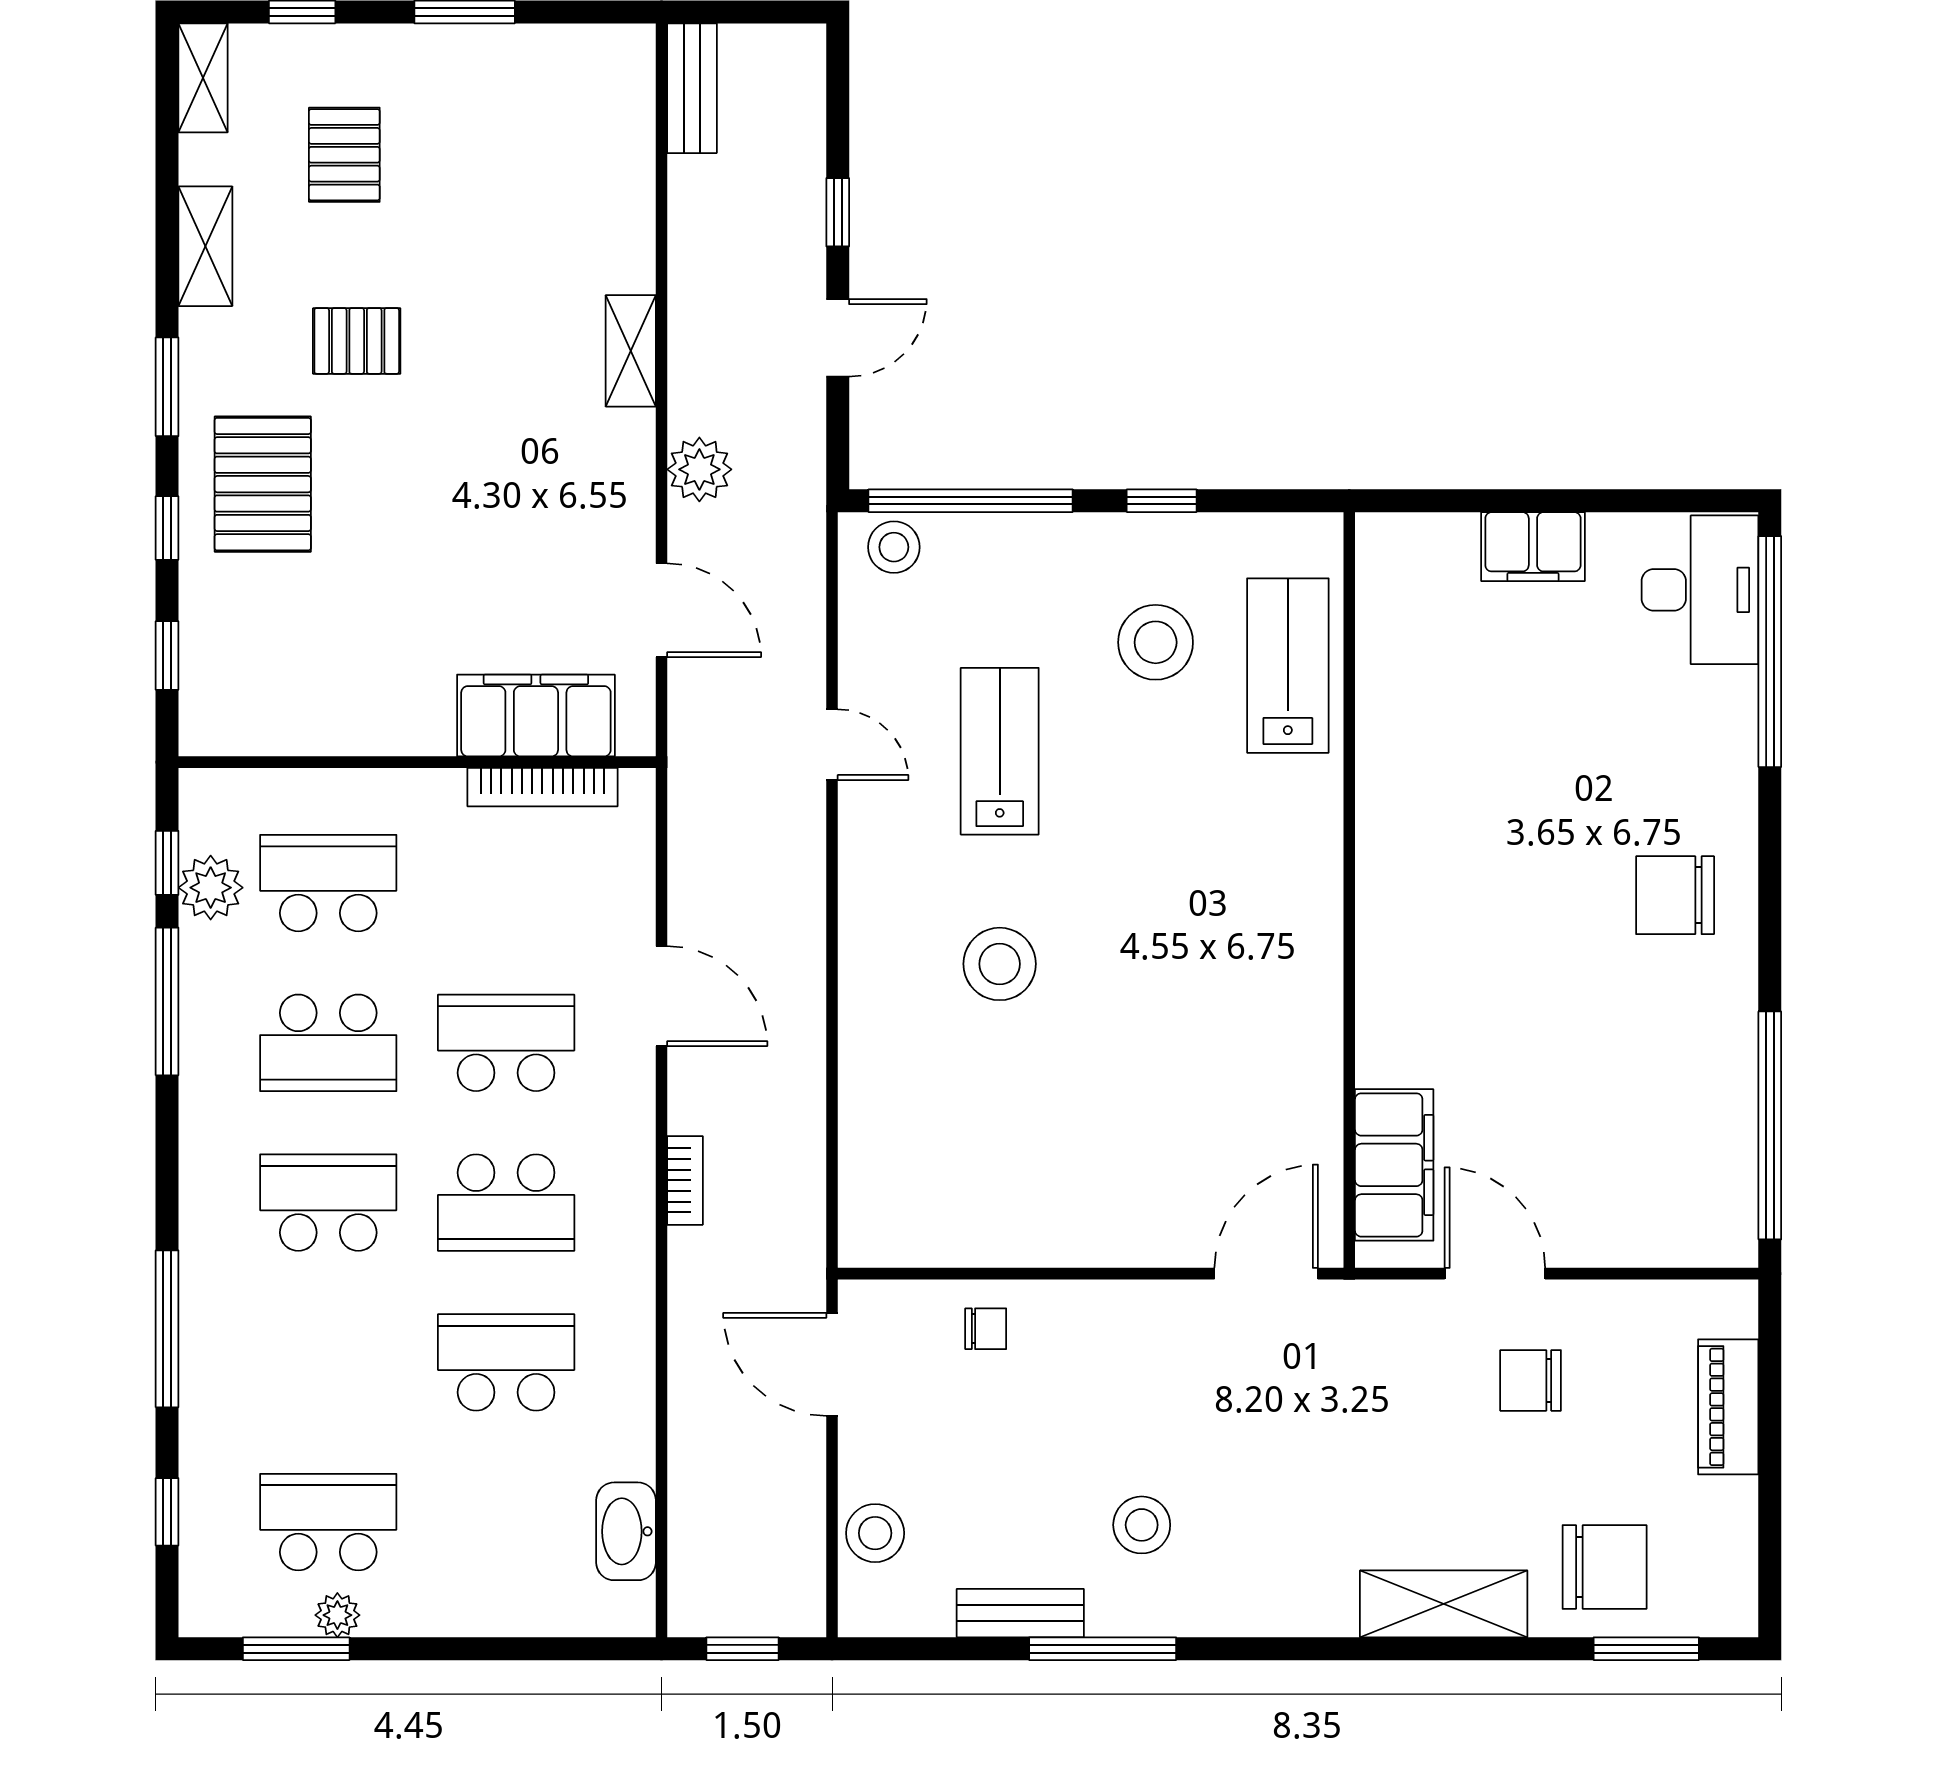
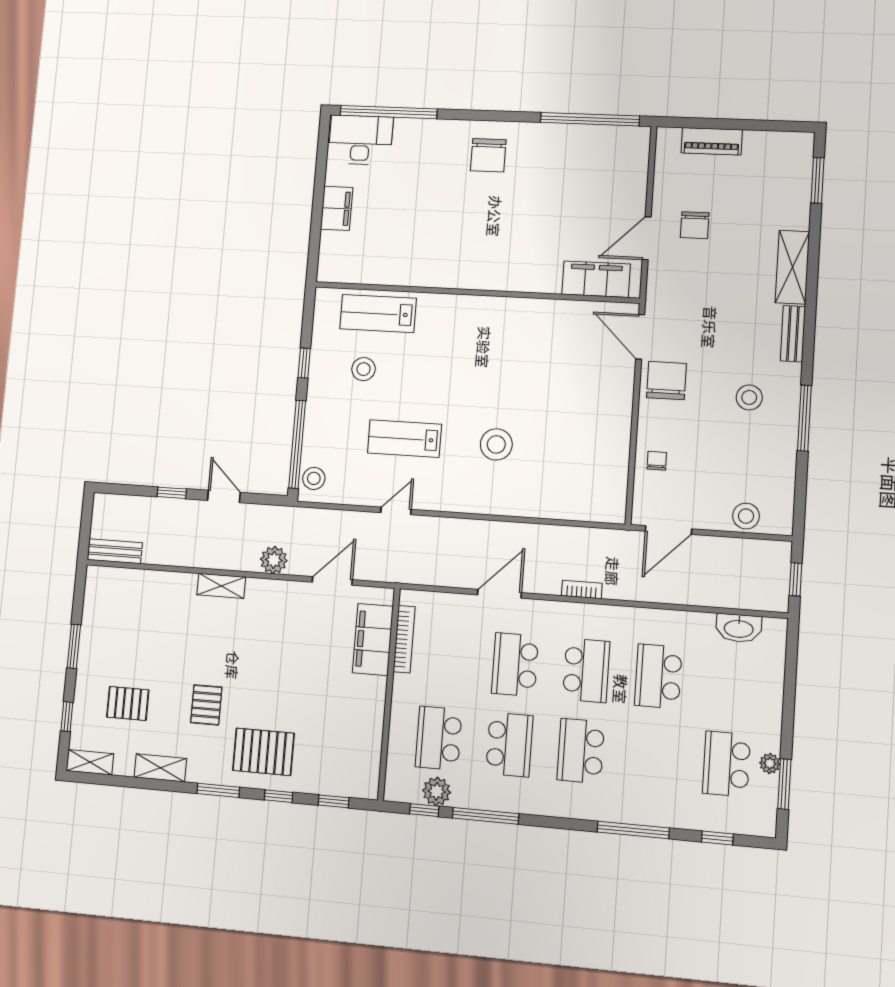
stool: (1156, 642) -> (364, 369), width x0.73, depth x0.73
chair: (1605, 1567) -> (666, 381), moved
bench: (1020, 1613) -> (793, 334), moved

